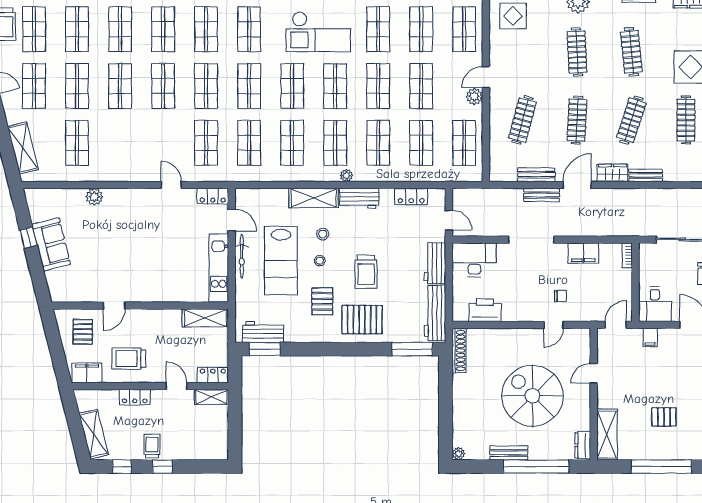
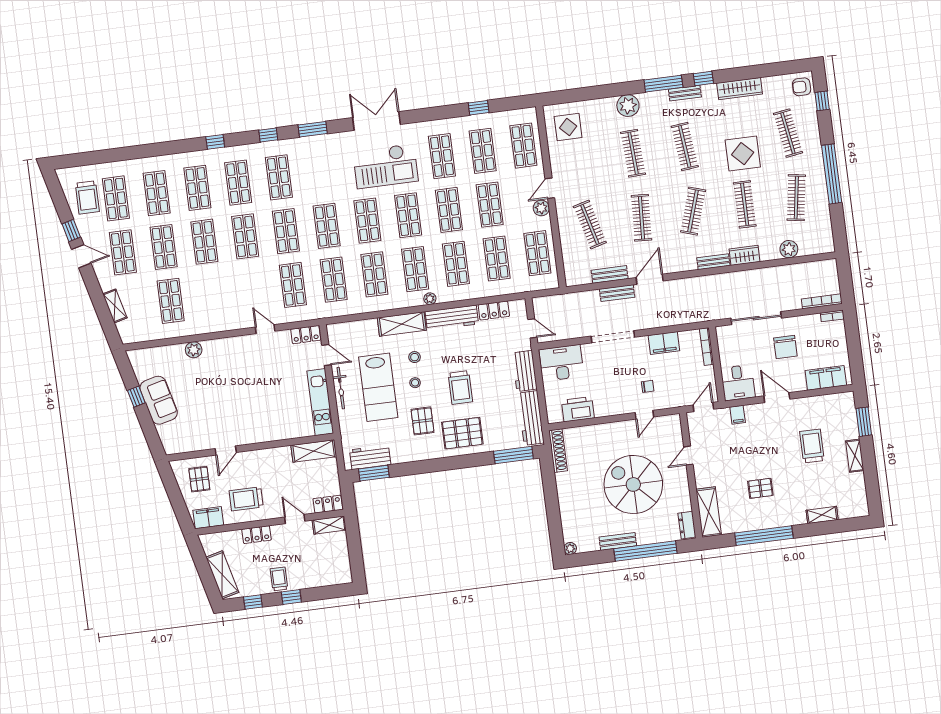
shop shelf: (249, 29) -> (320, 172), removed
clothes rail: (522, 120) -> (590, 224), turned -30
shelving: (23, 148) -> (115, 306), width x0.67, depth x0.75
wardrobe: (612, 173) -> (745, 255), moved
workbench: (359, 198) -> (452, 318), width x1.38
bookcase: (627, 255) -> (707, 346), width x1.56

